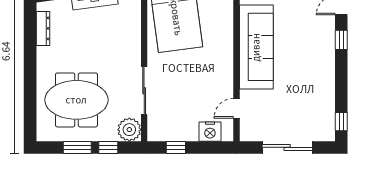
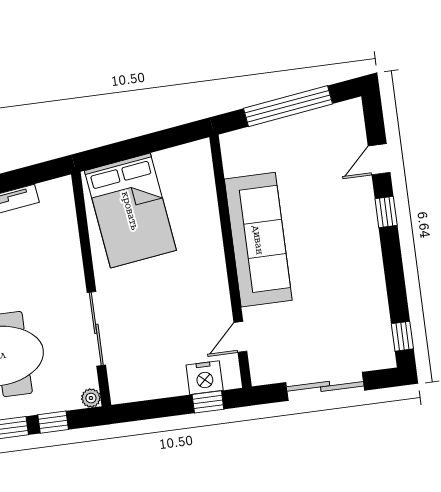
plant: (129, 130) -> (91, 398), width x0.53, depth x0.53
window: (176, 147) -> (208, 402), moved

